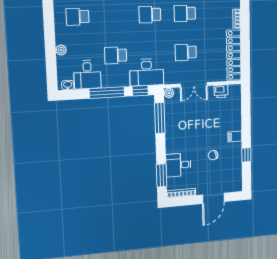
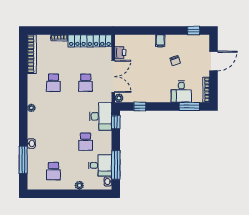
school desk: (150, 14) -> (53, 112), removed
double door: (194, 85) -> (113, 76), width x1.37
window: (107, 93) -> (116, 165), moved
window: (160, 118) -> (140, 106), width x0.46
window: (246, 155) -> (194, 31), moved
door: (213, 198) -> (214, 61), hinge flipped

